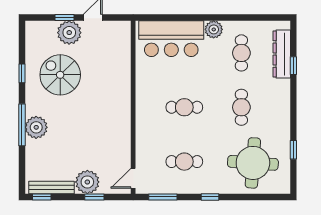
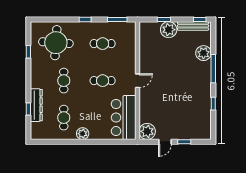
plant: (69, 33) -> (147, 131), moved
bar counter: (171, 39) -> (124, 118), moved, turned -90
dresser: (282, 54) -> (36, 105), moved
spiral stairs: (60, 75) -> (187, 103), removed
plant: (36, 127) -> (203, 53), moved
door: (133, 178) -> (137, 81), moved

